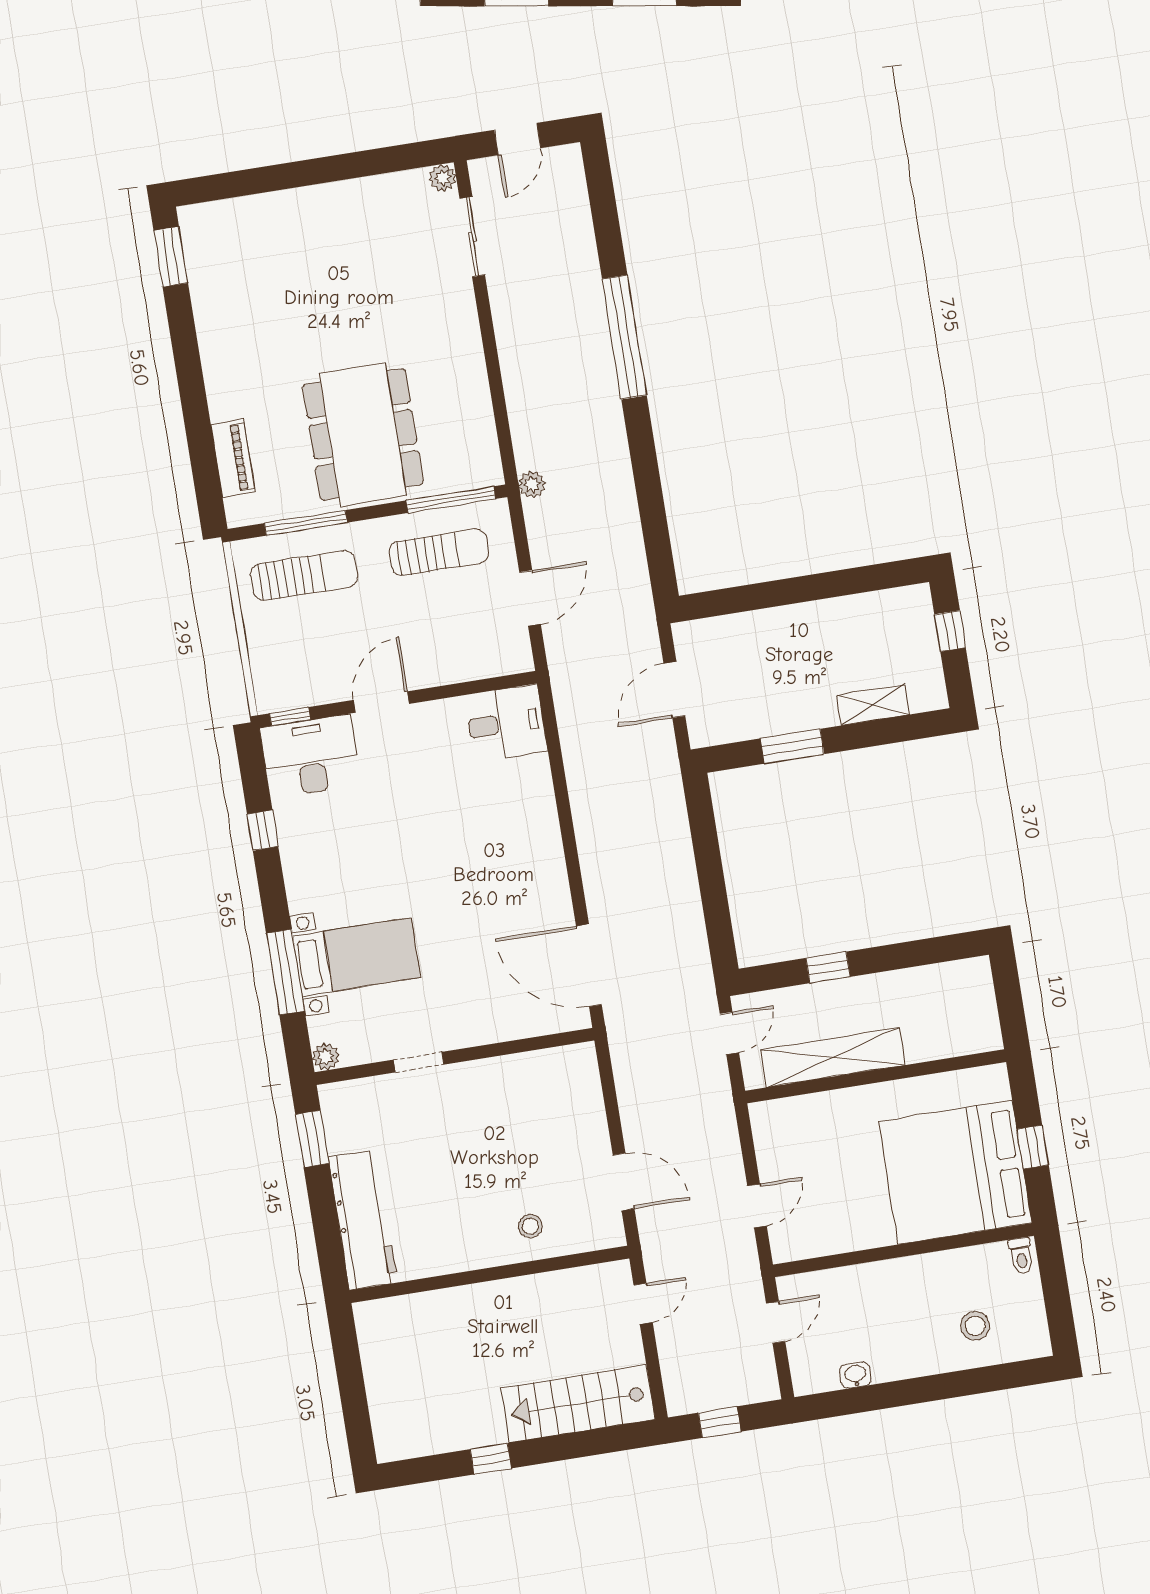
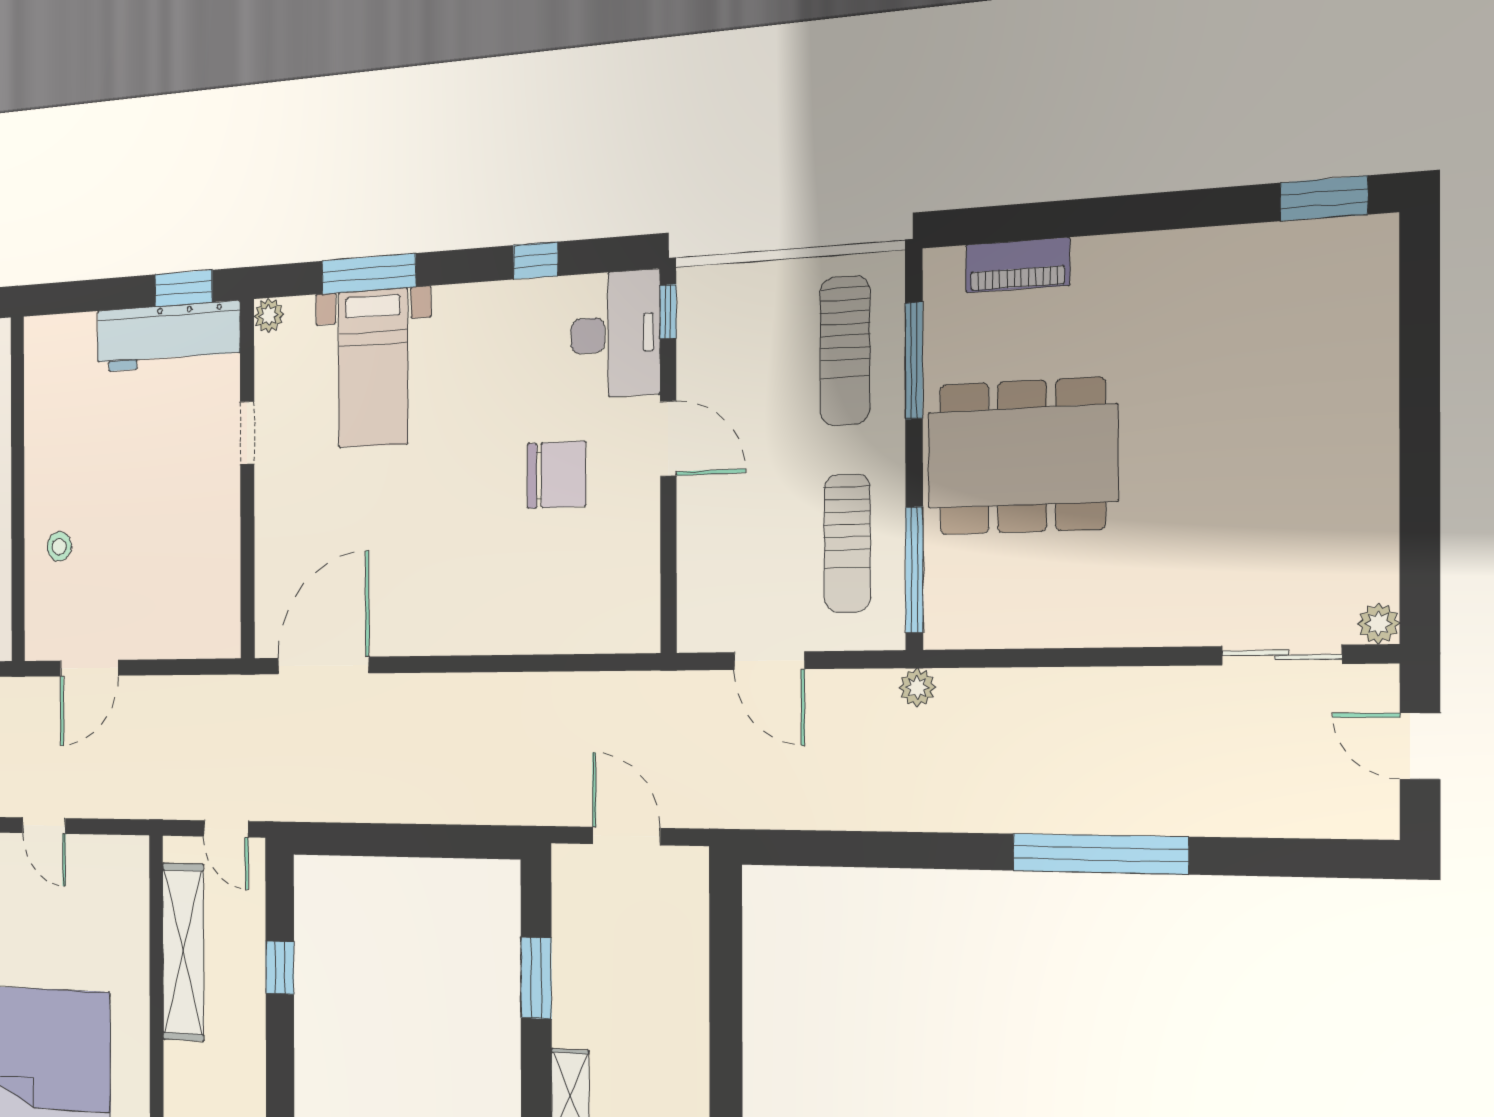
desk: (506, 723) -> (618, 603), removed
chair: (419, 788) -> (556, 475), added
workbench: (363, 1220) -> (168, 336), moved

